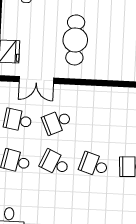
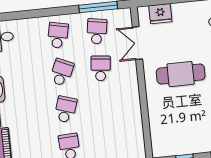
school desk: (57, 122) -> (101, 68), turned 30

